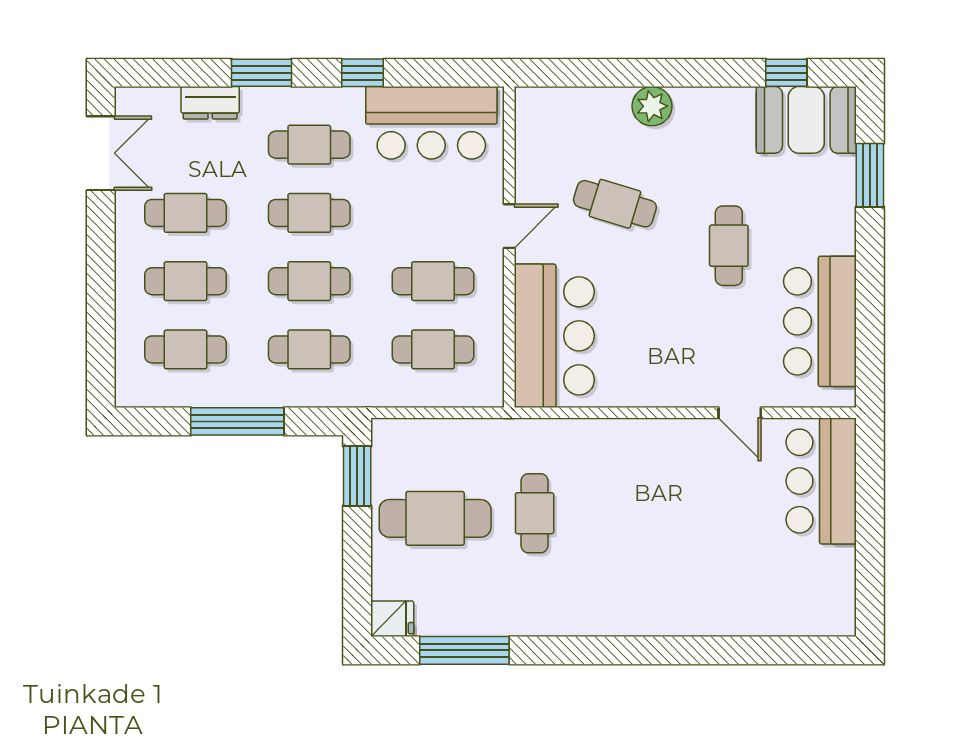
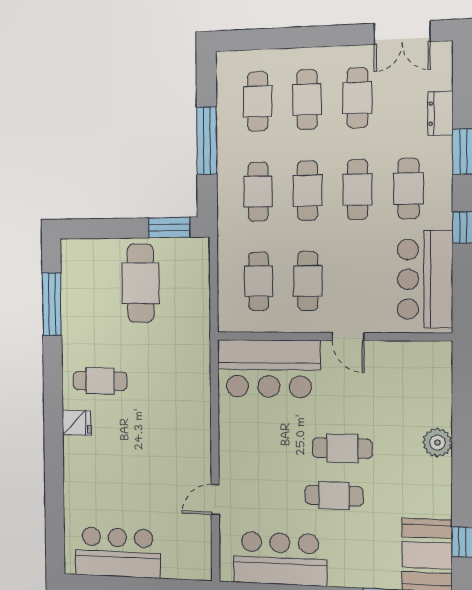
cafe table: (615, 204) -> (342, 448), moved, turned 73
bar counter: (821, 481) -> (118, 552), moved
cafe table: (535, 513) -> (100, 381), moved
fridge: (392, 619) -> (77, 423), moved, turned -90

